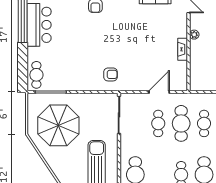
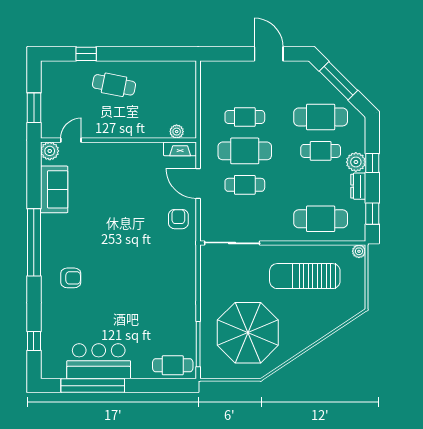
plant: (194, 35) -> (177, 132), moved
fireplace: (183, 49) -> (180, 149), moved
armchair: (111, 74) -> (178, 219), moved

